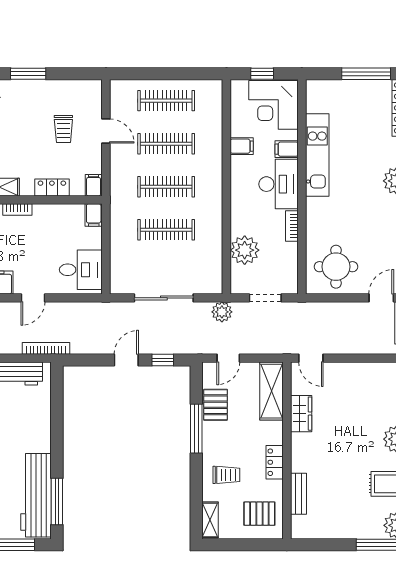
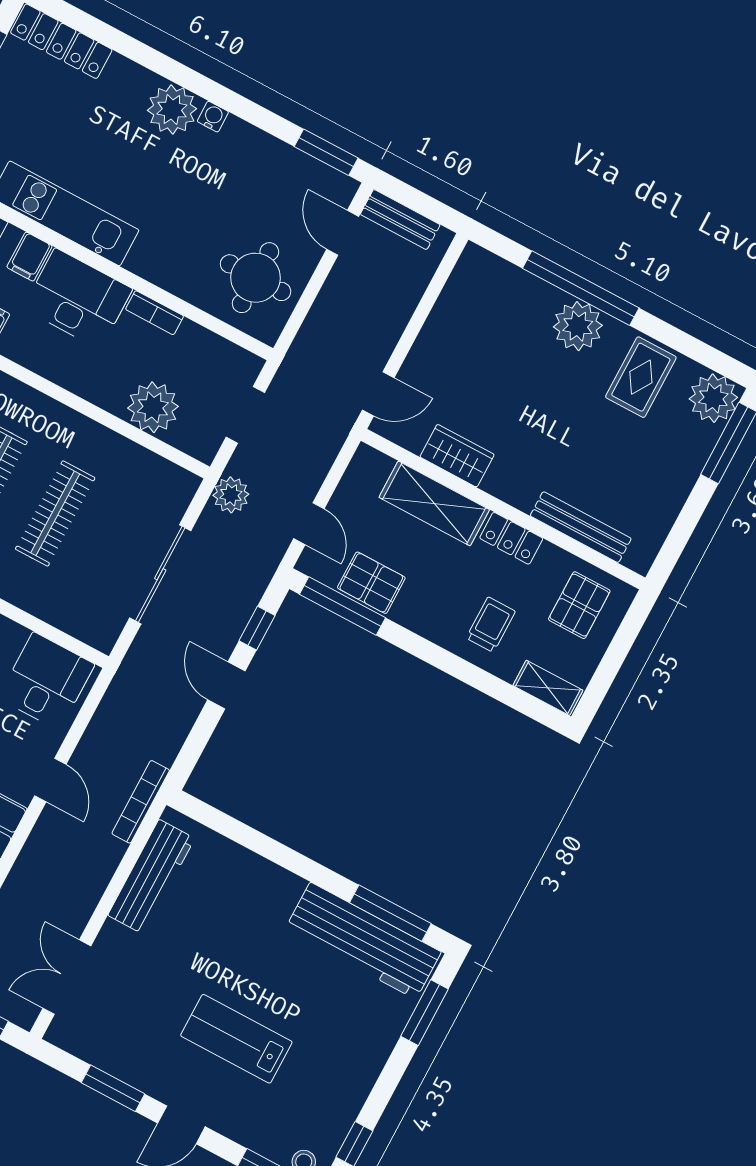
shelving: (271, 391) -> (434, 503), moved
window: (196, 429) -> (342, 606), moved
bench: (298, 494) -> (581, 527), width x1.36

